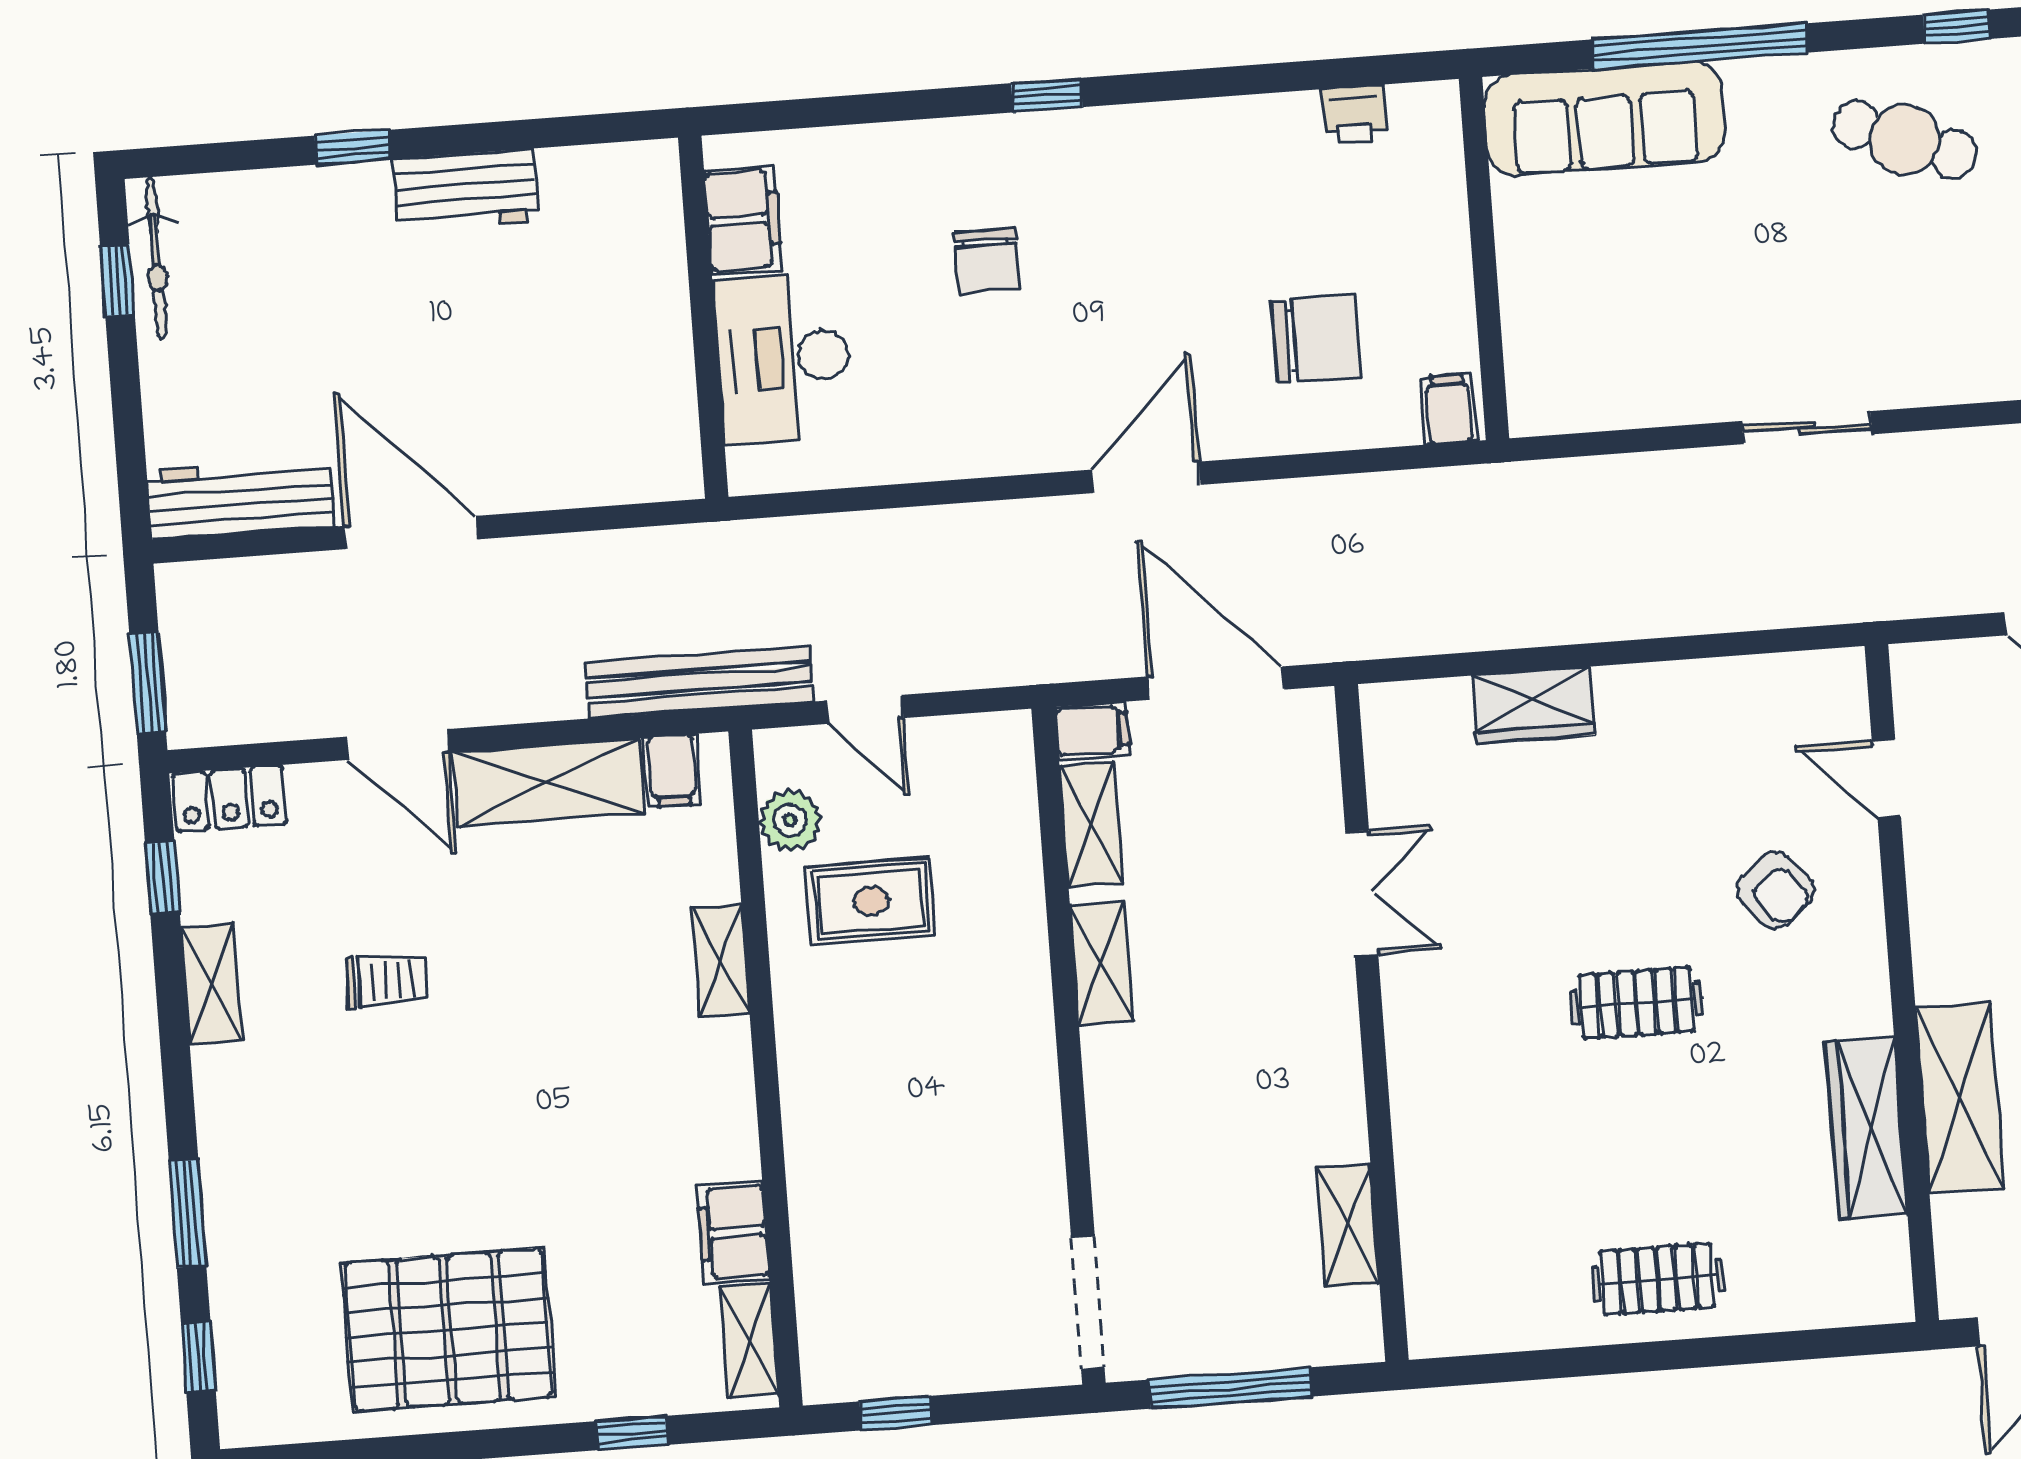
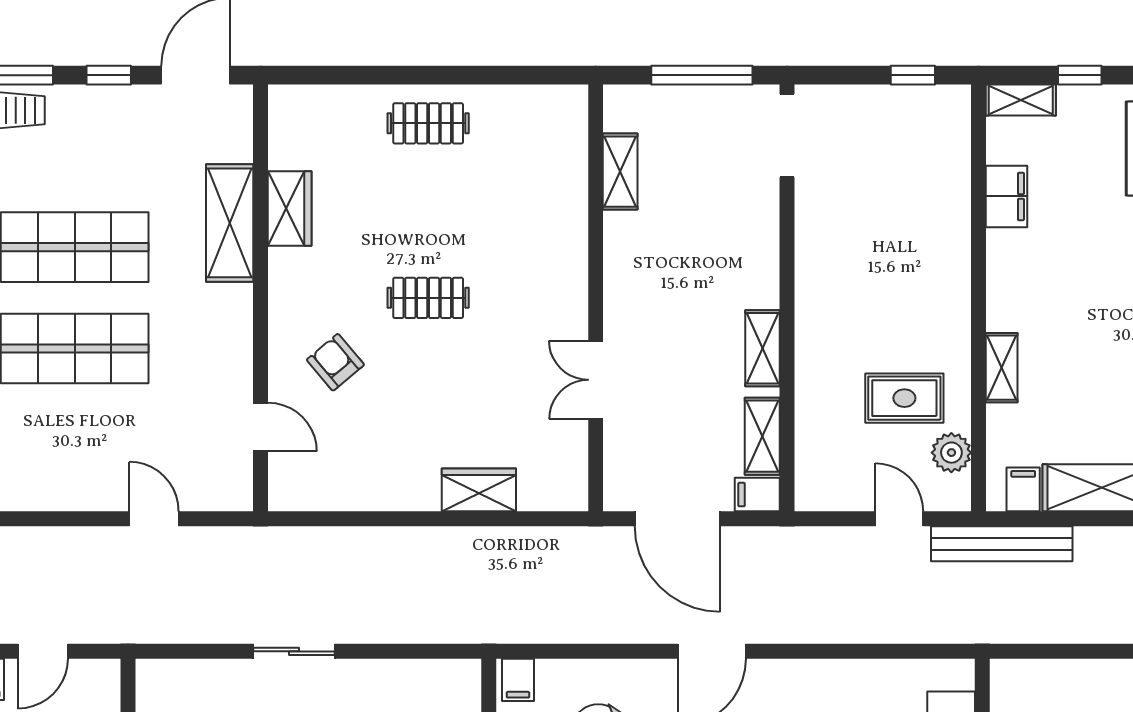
wardrobe: (1866, 1128) -> (290, 208), width x0.67
shelving: (749, 1341) -> (1021, 100), moved, turned 90

